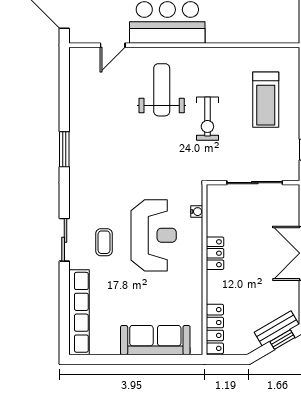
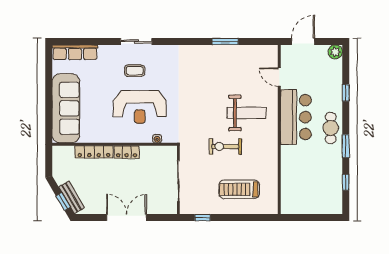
window: (64, 149) -> (225, 42), moved
row of seats: (79, 312) -> (75, 52), width x0.73
locker: (215, 329) -> (94, 152), moved
sofa: (155, 340) -> (66, 108), width x1.36, depth x1.27

